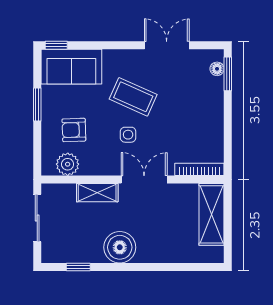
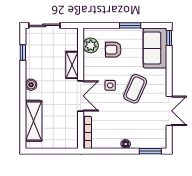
floor lamp: (217, 69) -> (126, 144), moved
armchair: (74, 130) -> (113, 50), turned -88
shelving: (212, 214) -> (34, 121), moved, turned 90
sliding door: (37, 218) -> (44, 25), moved
boiler: (120, 247) -> (31, 85), width x0.54, depth x0.54

